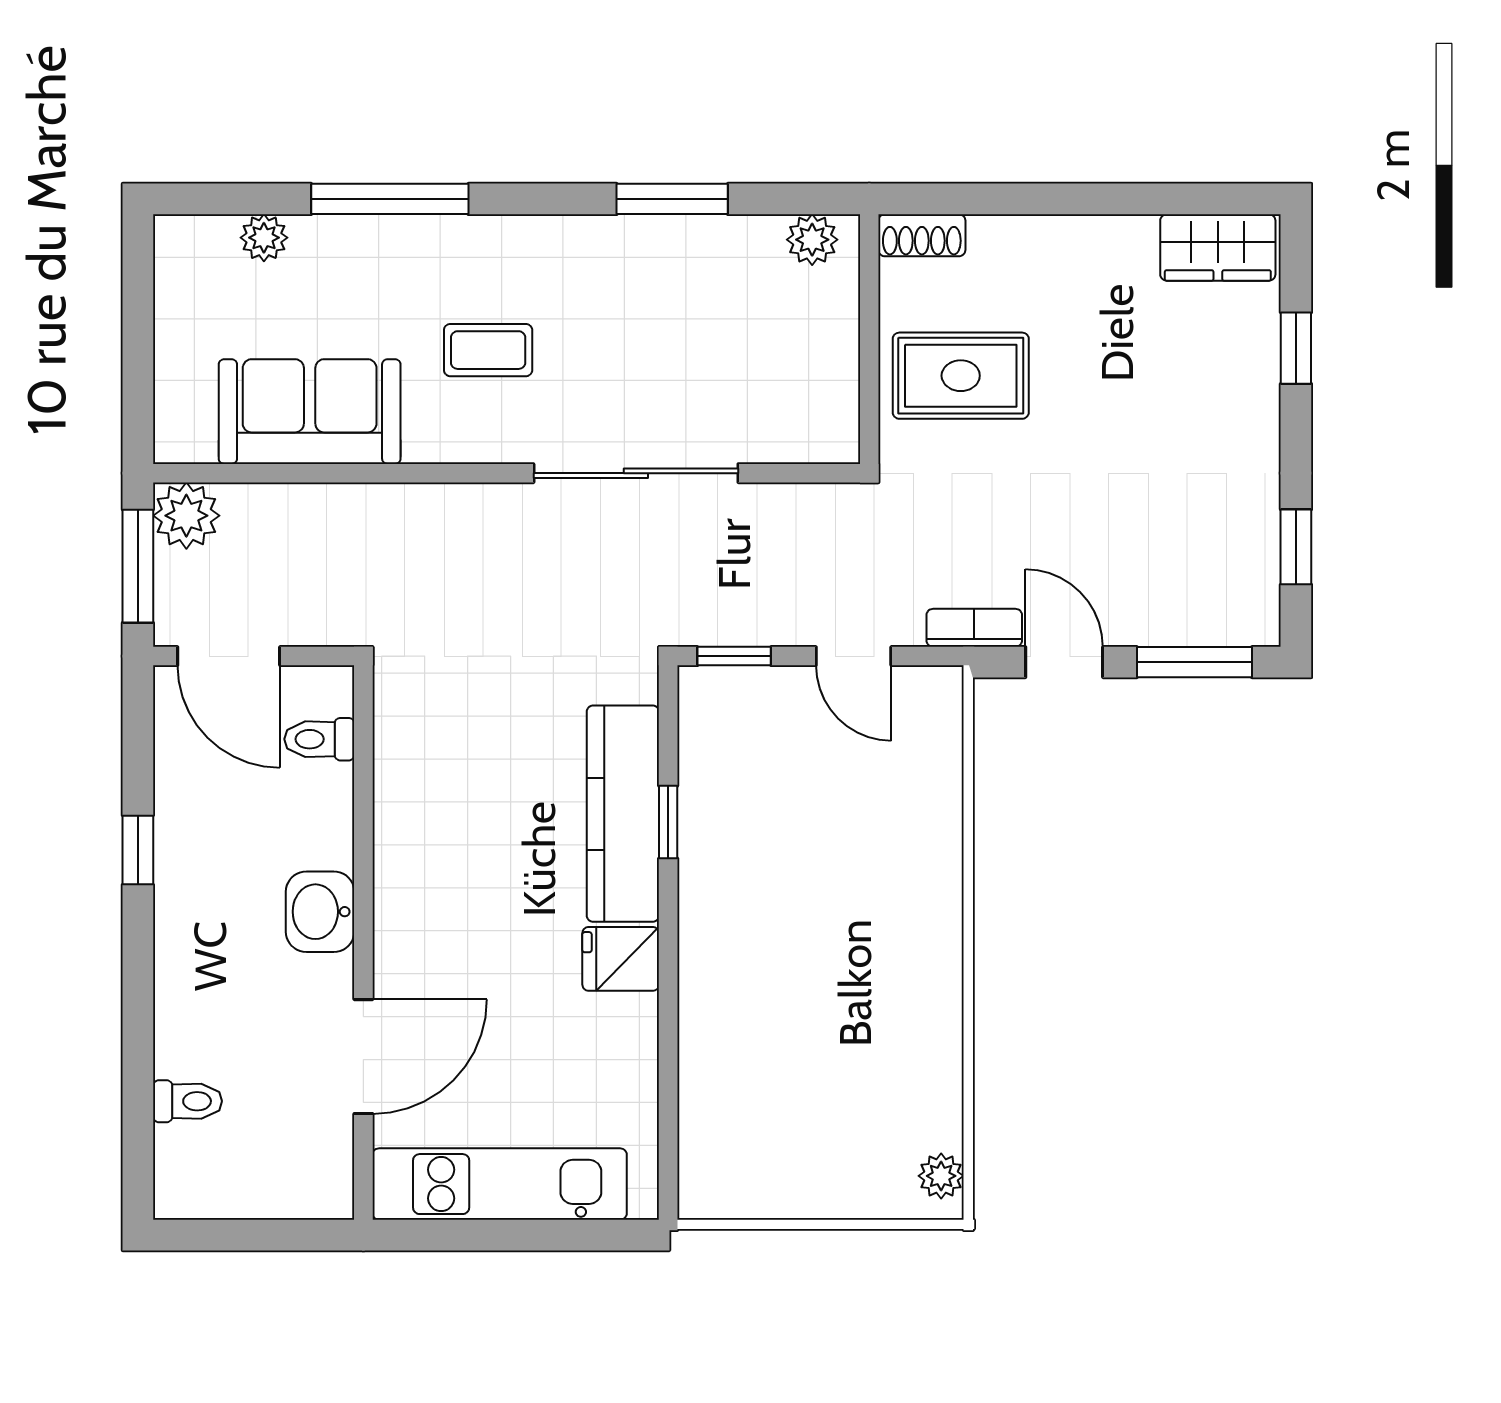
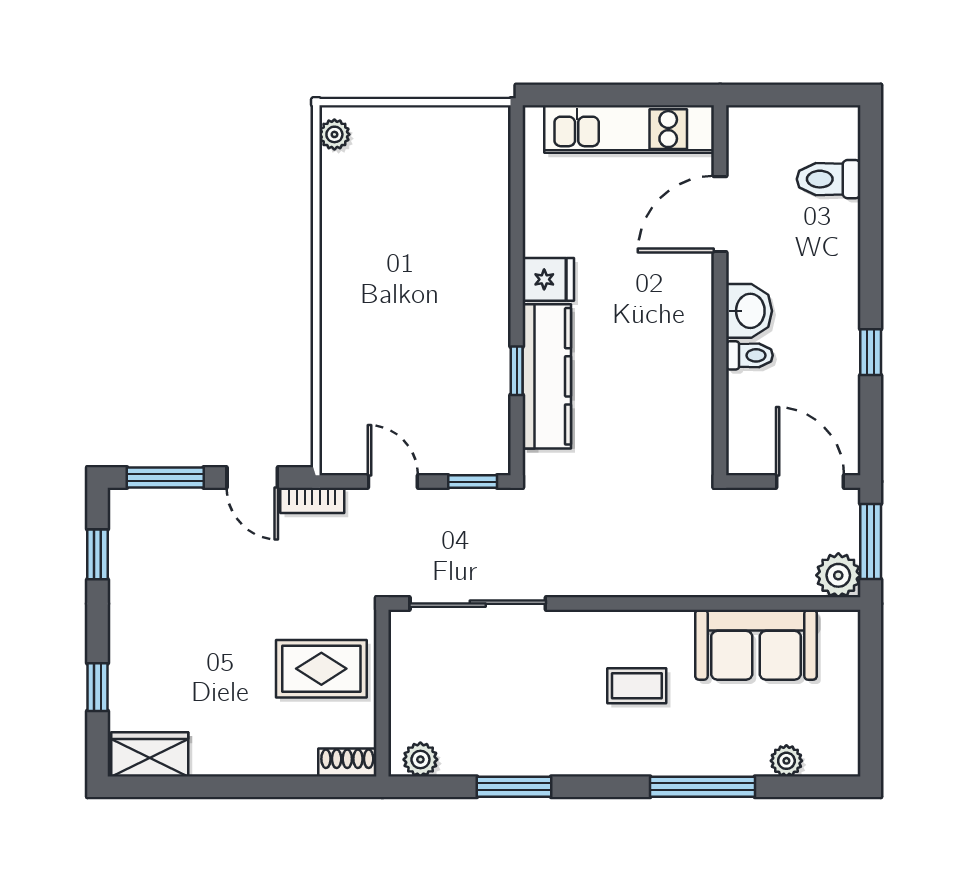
sliding door: (636, 473) -> (478, 604), moved
toilet: (319, 739) -> (749, 355), moved
toilet: (187, 1101) -> (829, 179), width x1.37, depth x1.39

